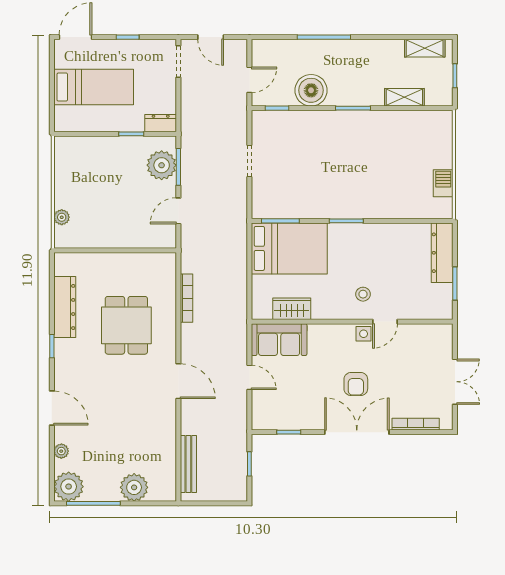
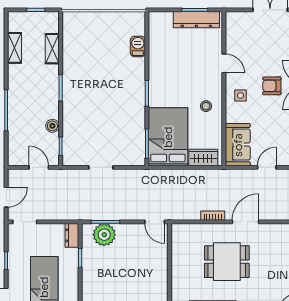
shelving: (425, 48) -> (15, 48), moved
boiler: (311, 90) -> (52, 126), width x0.54, depth x0.54
barbecue: (443, 183) -> (138, 47), moved, turned 90
door: (178, 211) -> (155, 222), moved
dresser: (442, 253) -> (196, 20), moved
stool: (363, 294) -> (206, 106), moved
bookcase: (186, 298) -> (213, 216), width x0.64
wardrobe: (292, 309) -> (203, 157), moved, turned 90
side table: (364, 334) -> (240, 96), moved
door: (178, 381) -> (246, 222), moved
armchair: (356, 384) -> (272, 86), turned 180

